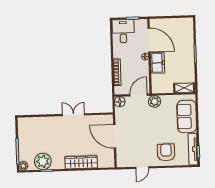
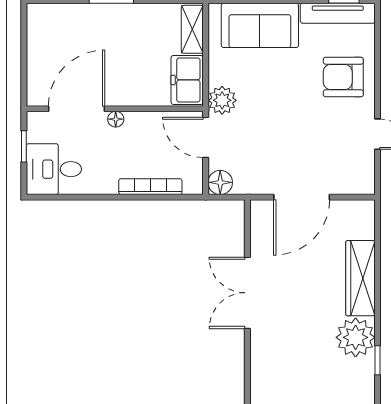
freezer: (158, 63) -> (187, 80), moved, turned -90
double door: (73, 115) -> (247, 293), width x1.37
plant: (43, 161) -> (356, 337), moved

